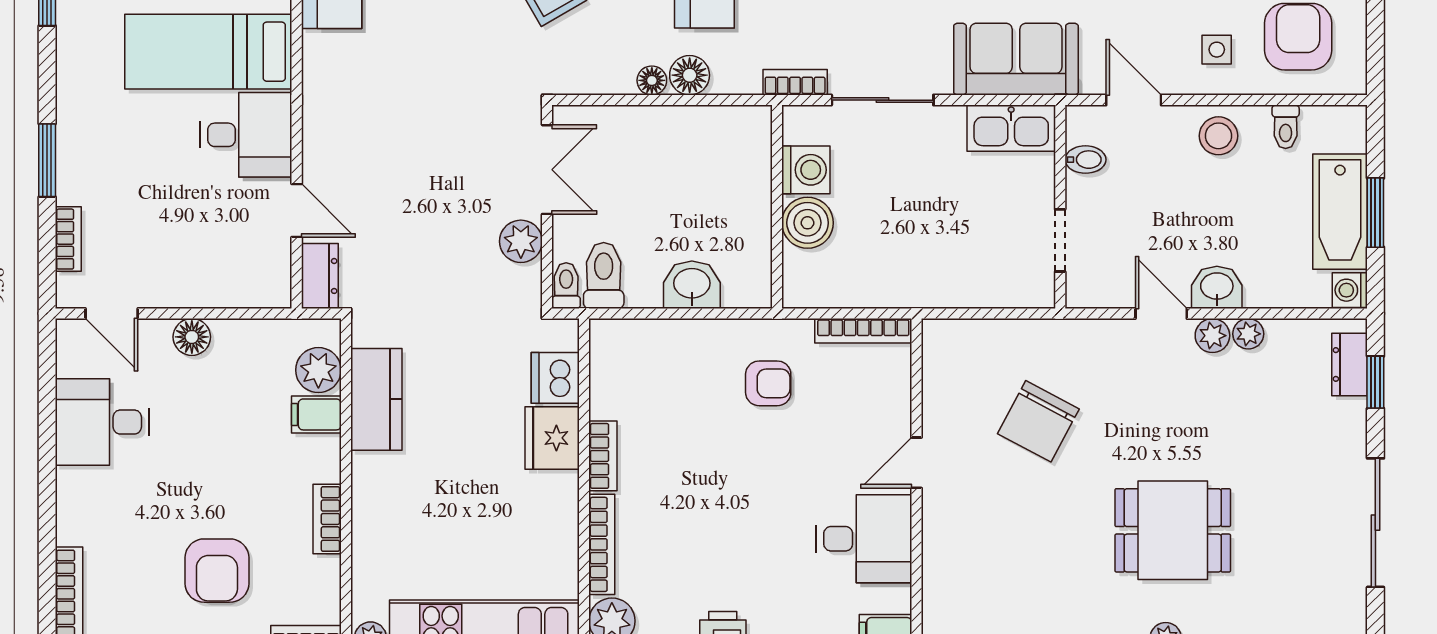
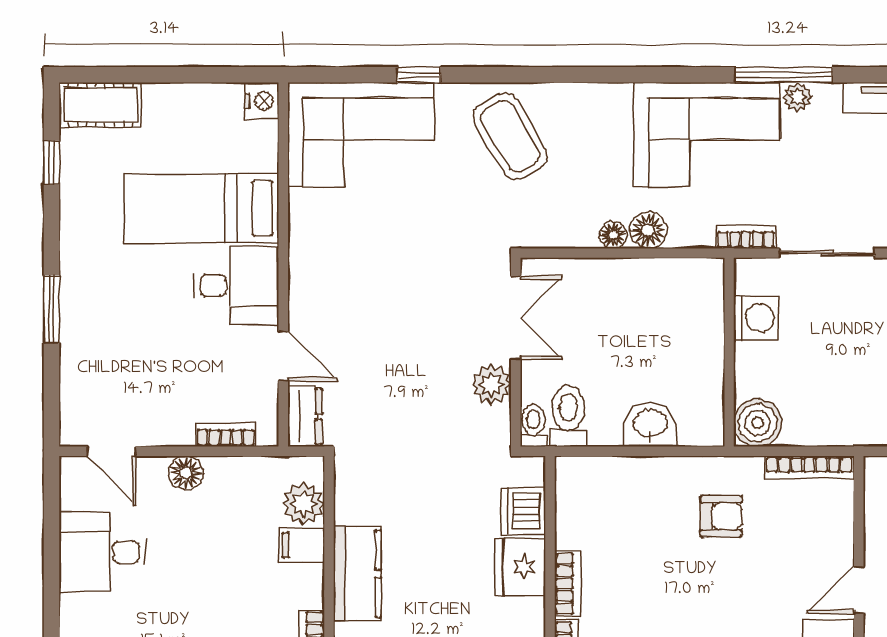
boiler: (808, 223) -> (758, 423), moved
bookcase: (68, 239) -> (226, 435), moved, turned -90
kitchen counter: (376, 399) -> (357, 574), moved

